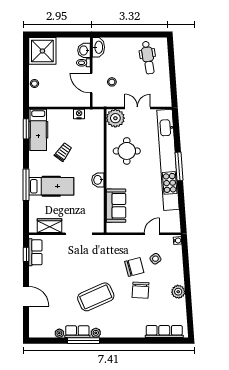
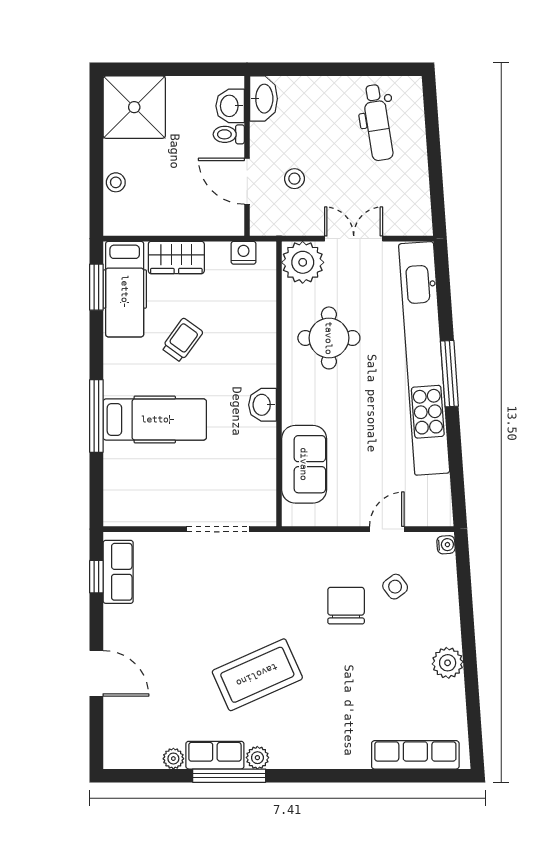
nightstand: (79, 114) -> (244, 253), moved
wardrobe: (50, 226) -> (176, 257), moved, turned 180
chair: (134, 267) -> (346, 606), turned -75
chair: (140, 290) -> (361, 659), removed

